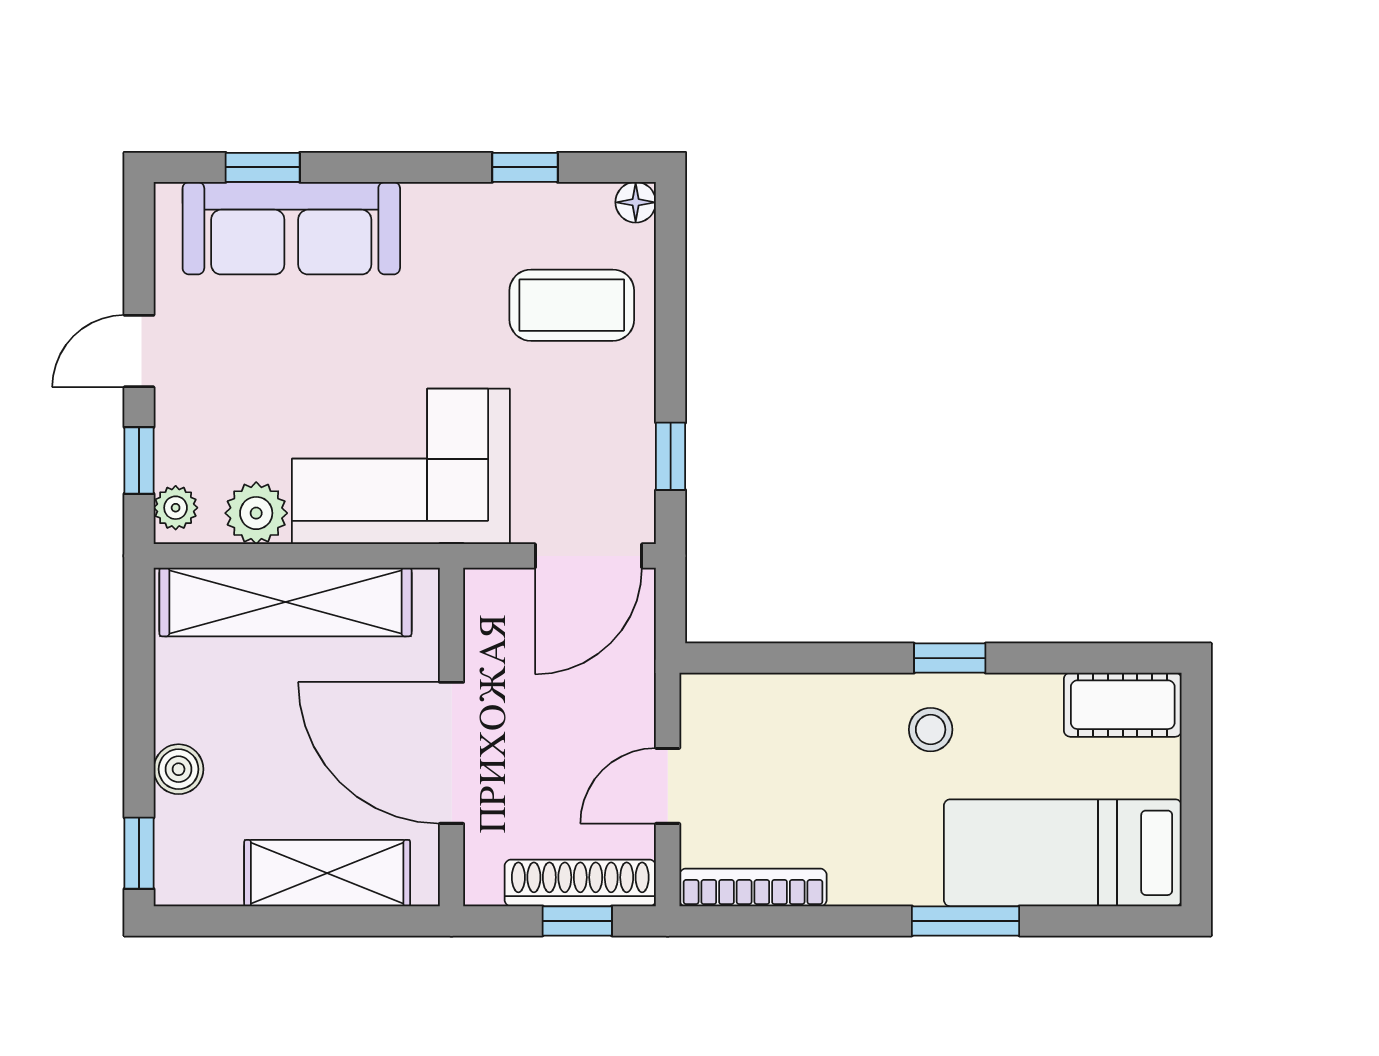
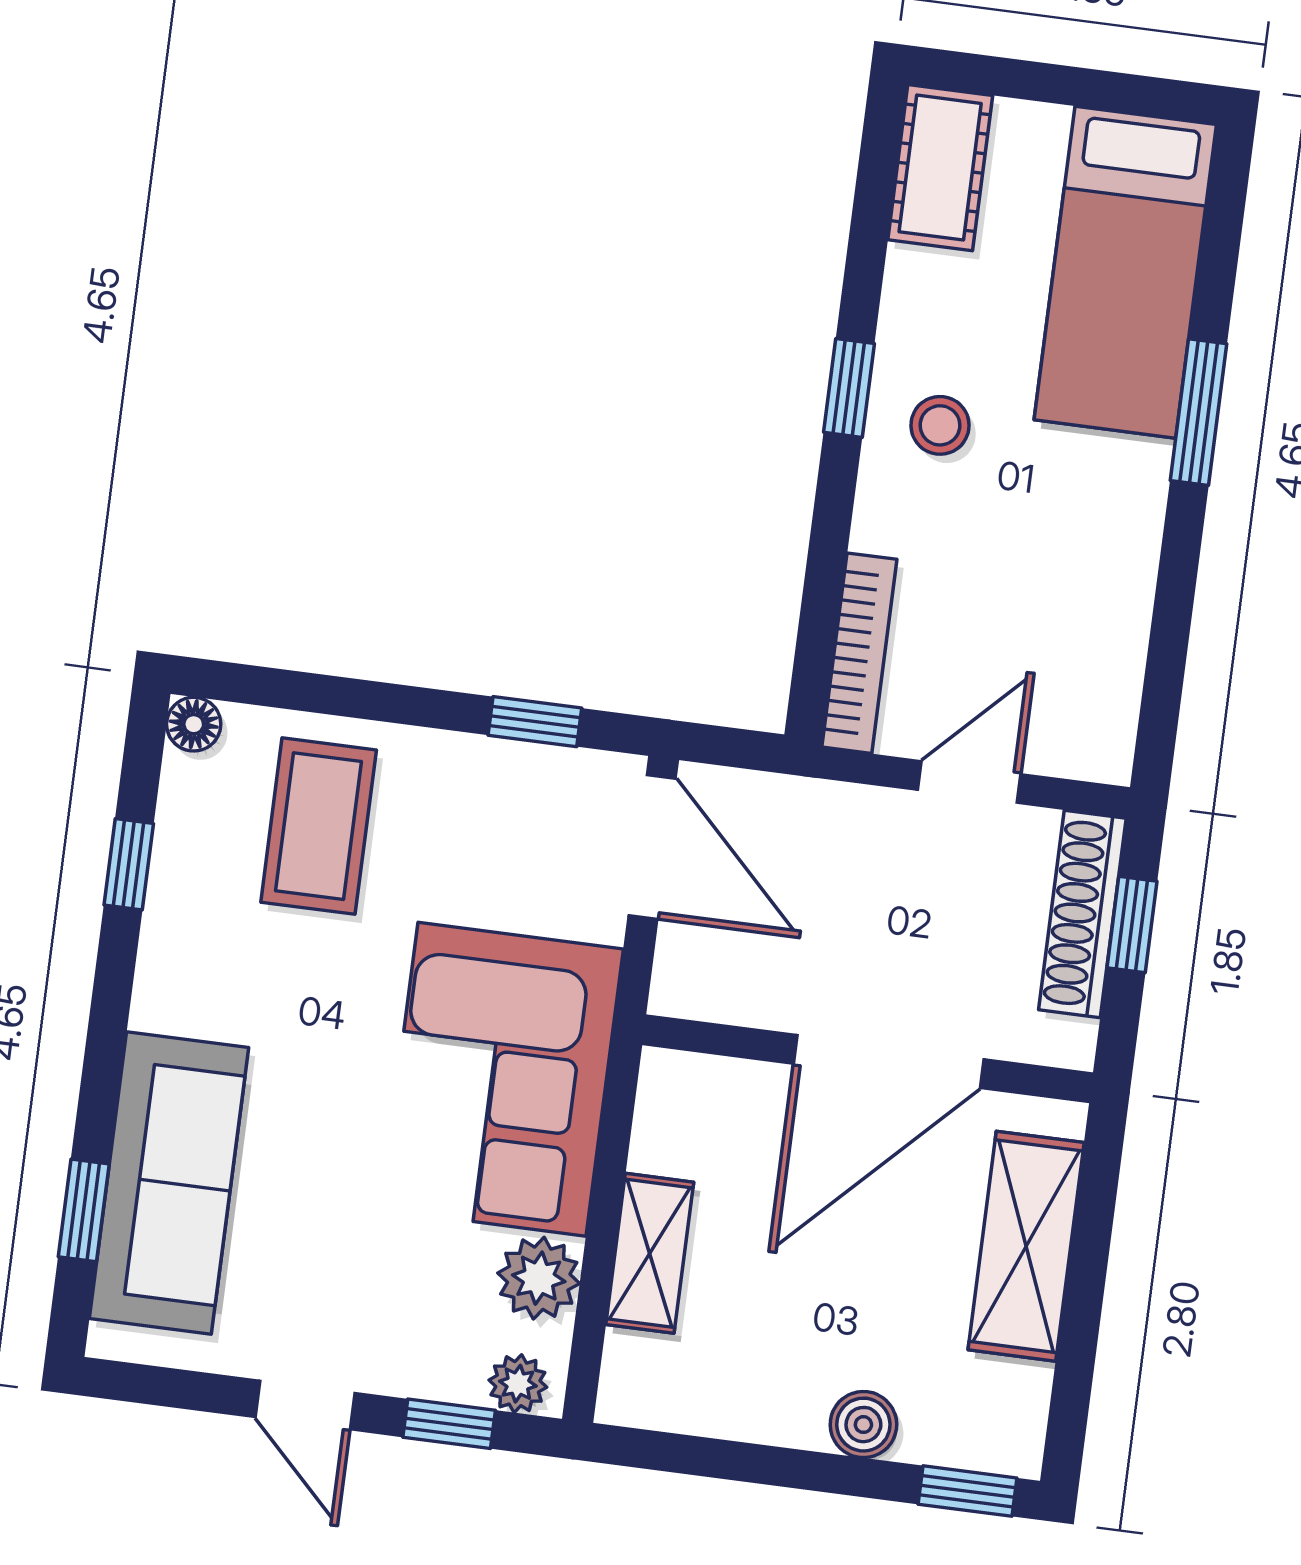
shelving: (285, 602) -> (650, 1253), width x0.45, depth x0.75
door: (668, 786) -> (969, 782), swing flipped
bookcase: (753, 887) -> (859, 653), moved, turned 180

